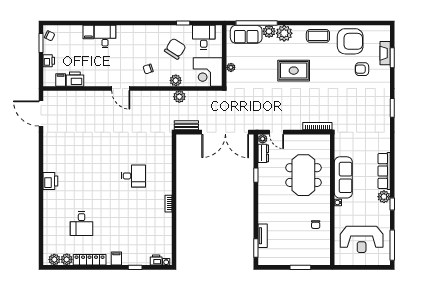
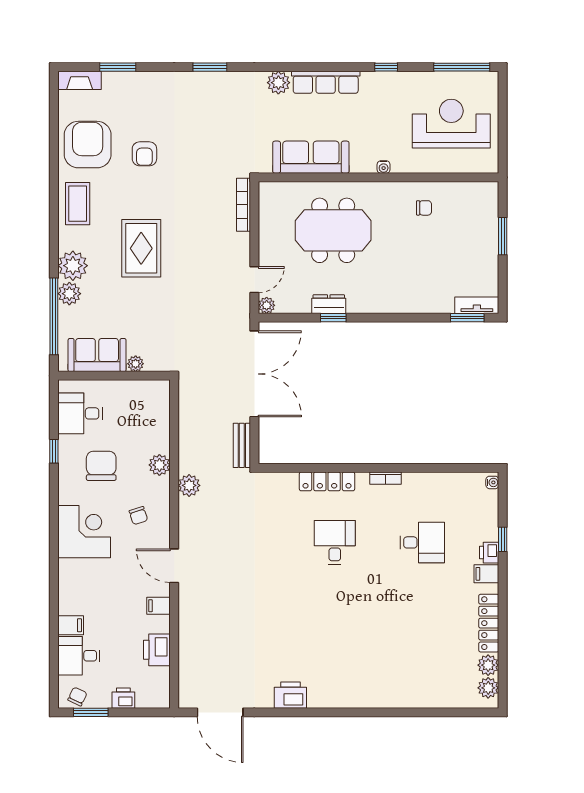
sofa: (246, 34) -> (97, 355), moved, turned -90
desk: (105, 37) -> (79, 656), moved
chair: (175, 49) -> (101, 466), turned 57
fireplace: (385, 53) -> (80, 80), moved
armchair: (362, 69) -> (144, 154), moved
corner desk: (208, 72) -> (84, 532), moved, turned -90
filing cabinet: (61, 80) -> (159, 606), moved
door: (121, 88) -> (174, 566), swing flipped
plant: (179, 97) -> (189, 485), moved
door: (41, 114) -> (220, 712), hinge flipped
dresser: (263, 153) -> (329, 304), moved
locker: (167, 172) -> (327, 481), added
sofa: (343, 177) -> (311, 157), moved
printer: (50, 181) -> (290, 695), moved
plant: (384, 197) -> (278, 83), moved
desk: (82, 224) -> (422, 542), moved
tv unit: (263, 236) -> (477, 305), moved
reception desk: (362, 239) -> (451, 124), turned -90
printer: (156, 260) -> (489, 553), moved

